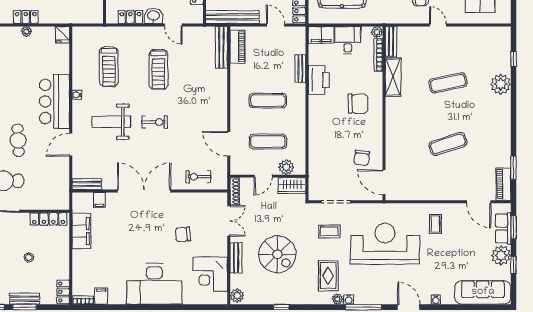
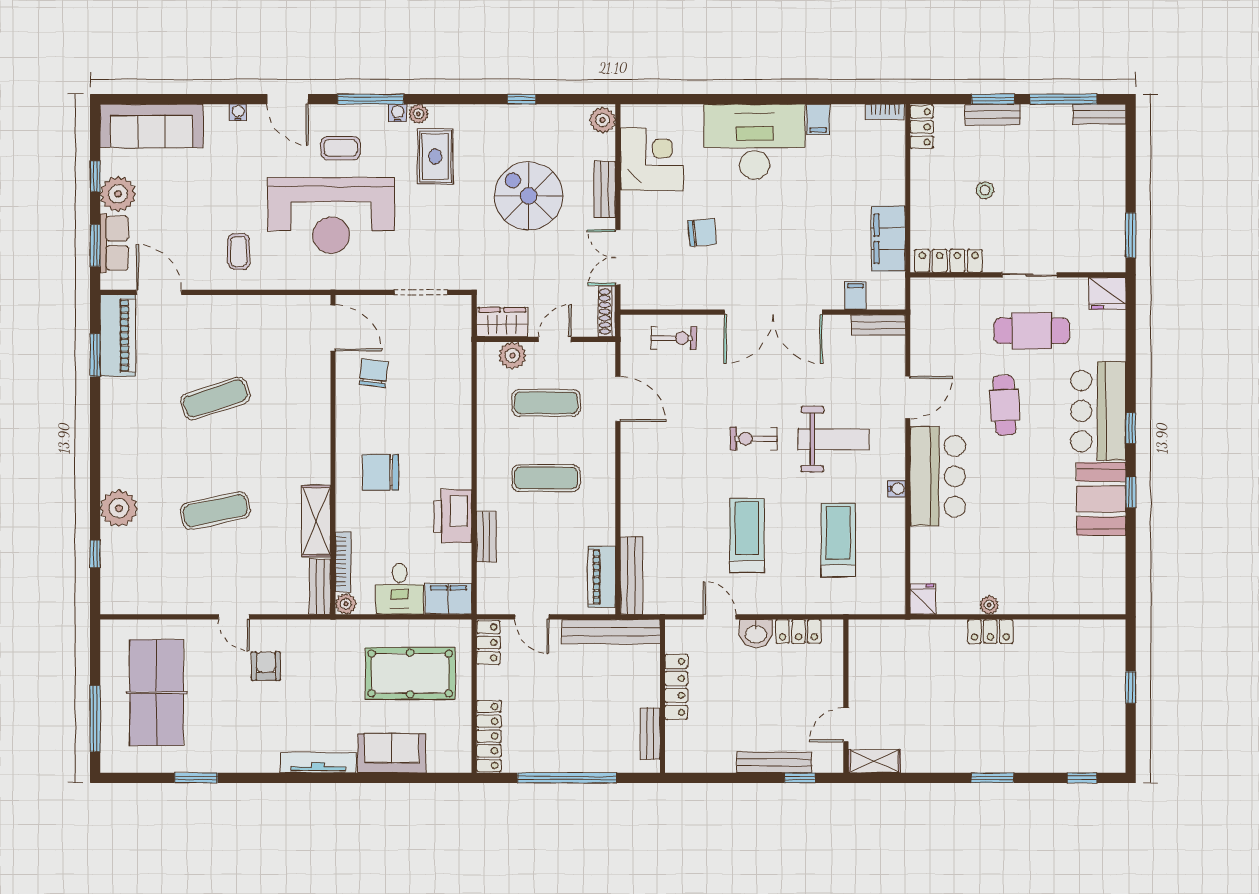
piano: (504, 184) -> (118, 336), width x1.37, depth x1.33
coffee table: (329, 231) -> (341, 148), moved
filing cabinet: (101, 296) -> (818, 119), moved

